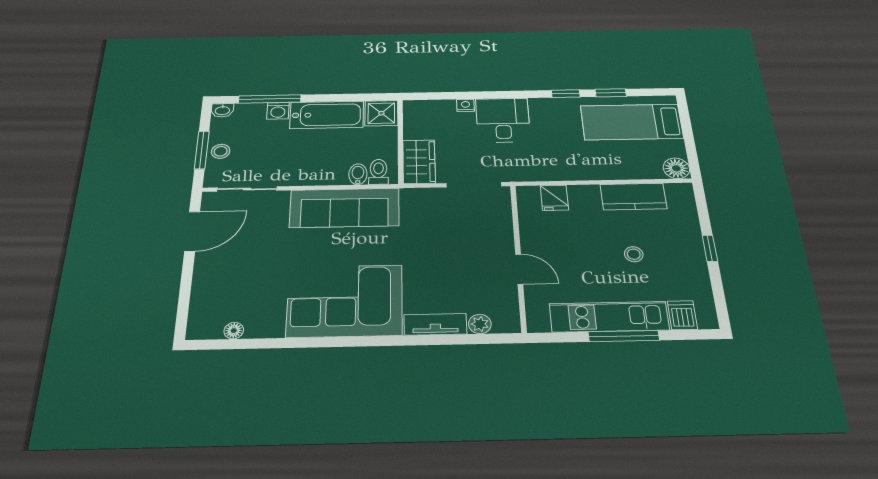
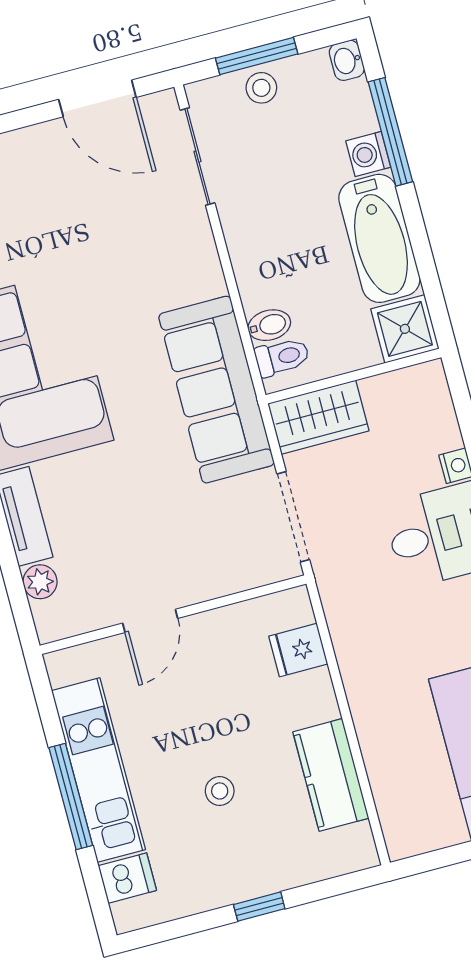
floor lamp: (676, 168) -> (405, 837), removed
sofa: (345, 208) -> (216, 390), moved

